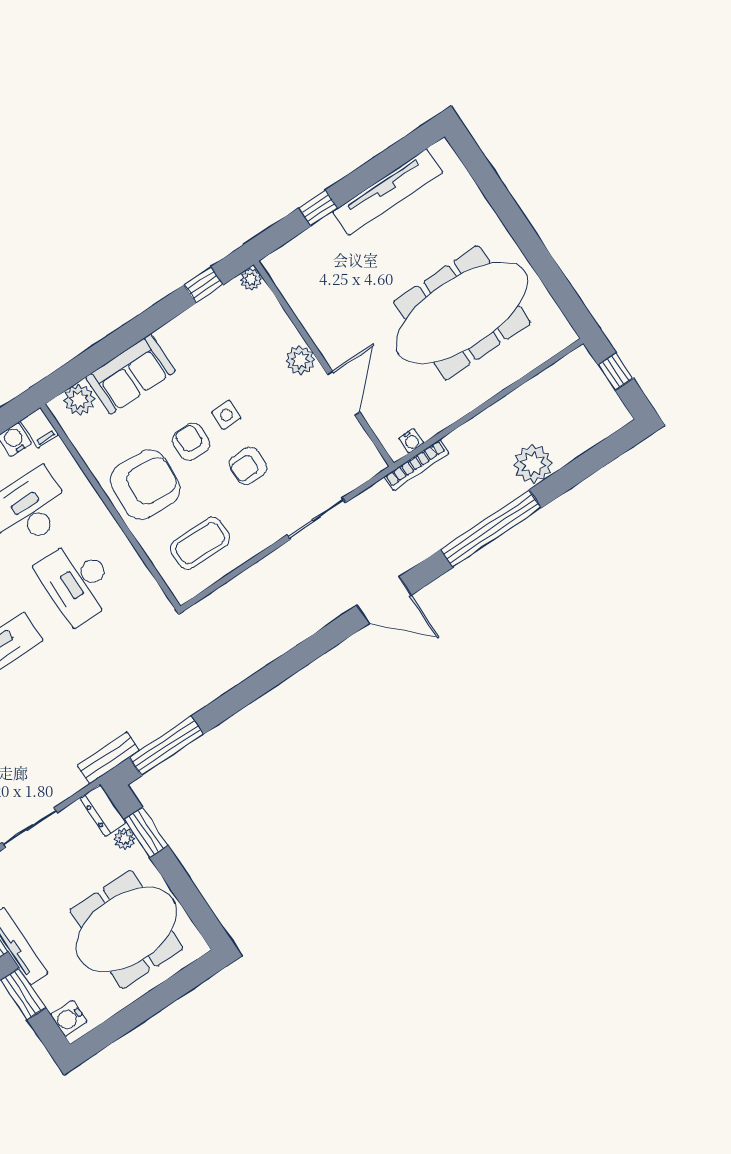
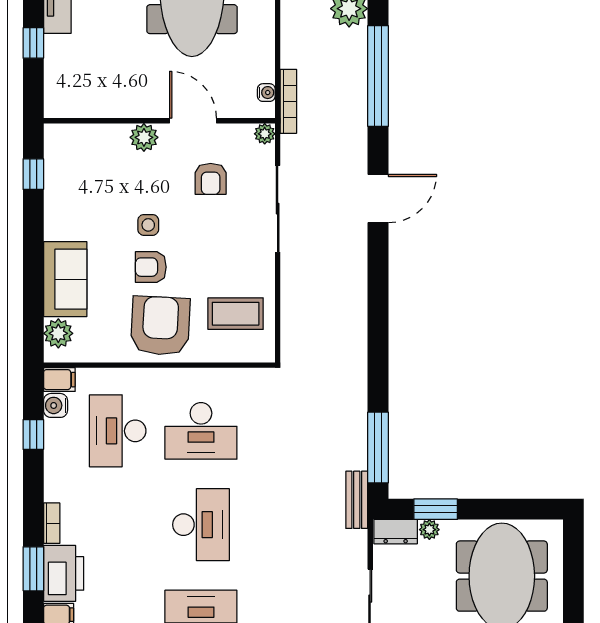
plant: (251, 279) -> (265, 134), moved
armchair: (248, 466) -> (211, 179), moved
sliding door: (316, 519) -> (278, 209), width x1.37
coffee table: (200, 543) -> (236, 314), turned 90

